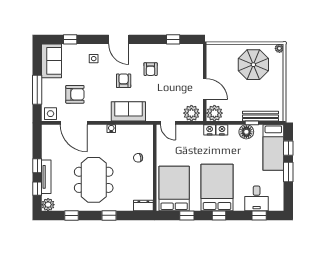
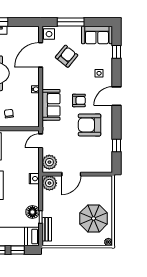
armchair: (151, 69) -> (90, 125), width x1.88, depth x1.88
armchair: (75, 94) -> (67, 56), turned -141
bench: (260, 116) -> (47, 229), width x0.73
nightstand: (222, 130) -> (34, 190), removed

